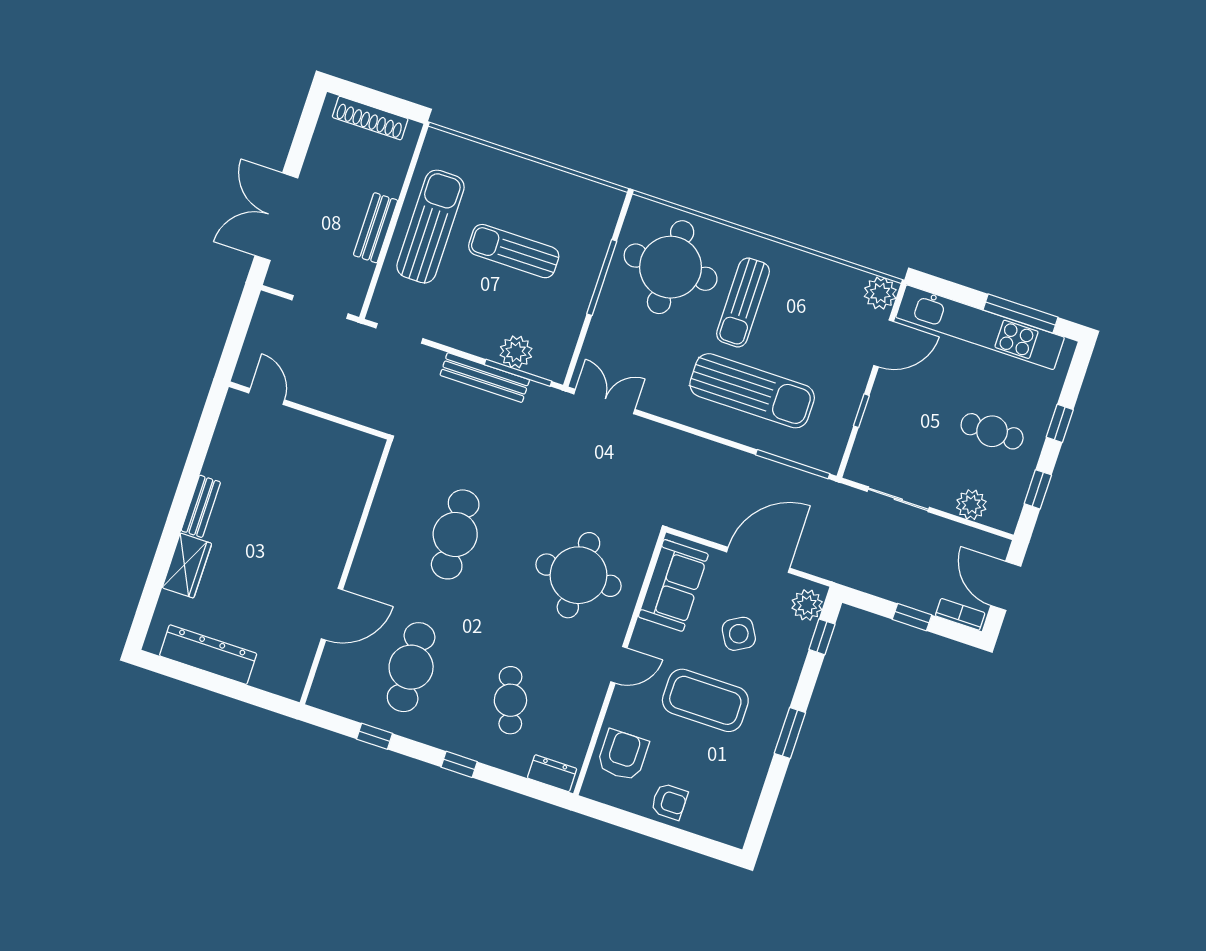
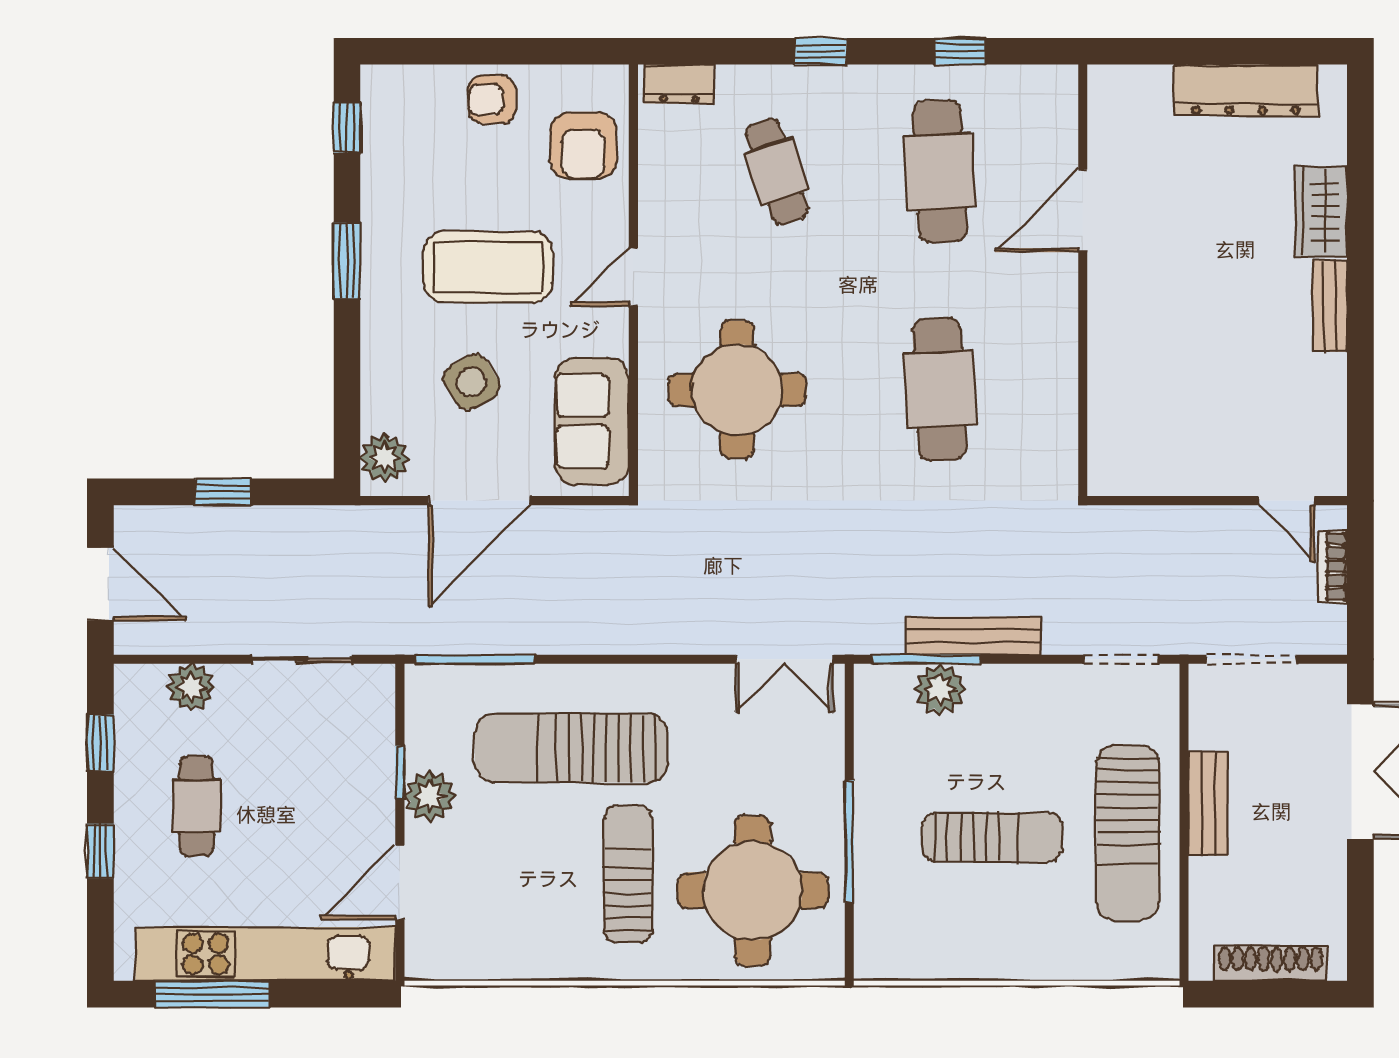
plant: (880, 293) -> (430, 796), moved
cafe table: (992, 431) -> (196, 806), turned 90
bookcase: (960, 614) -> (1333, 566), moved, turned 90
window: (822, 637) -> (347, 127), moved

